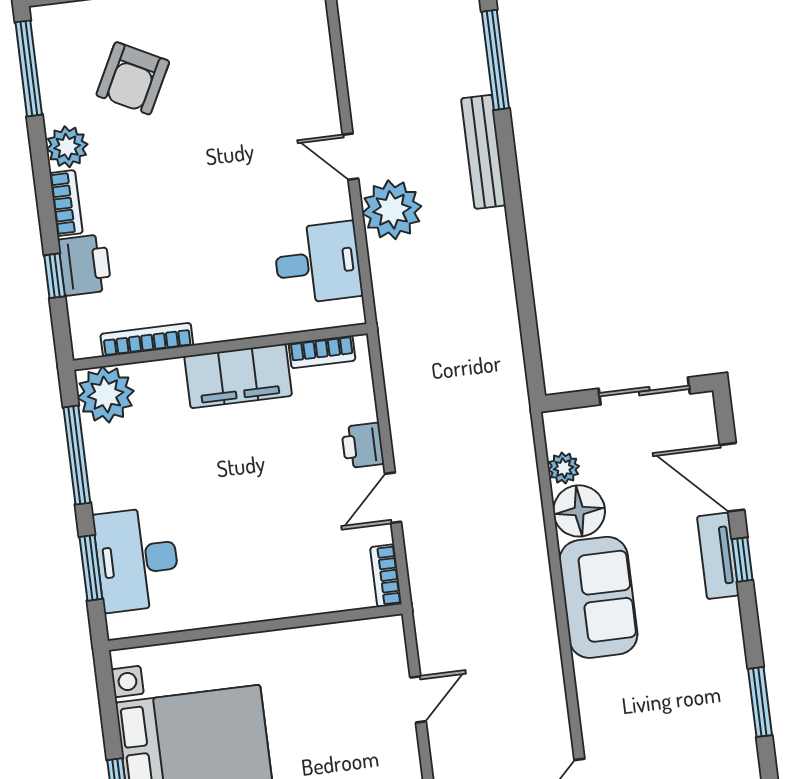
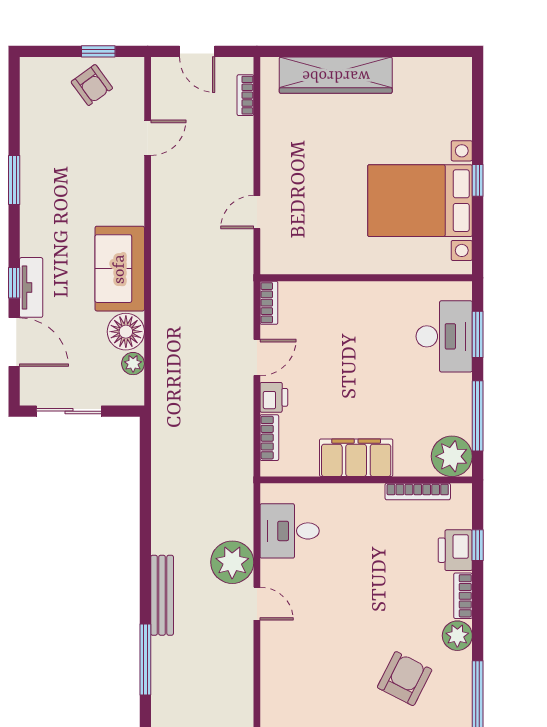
bookcase: (322, 352) -> (269, 438), moved, turned 90

